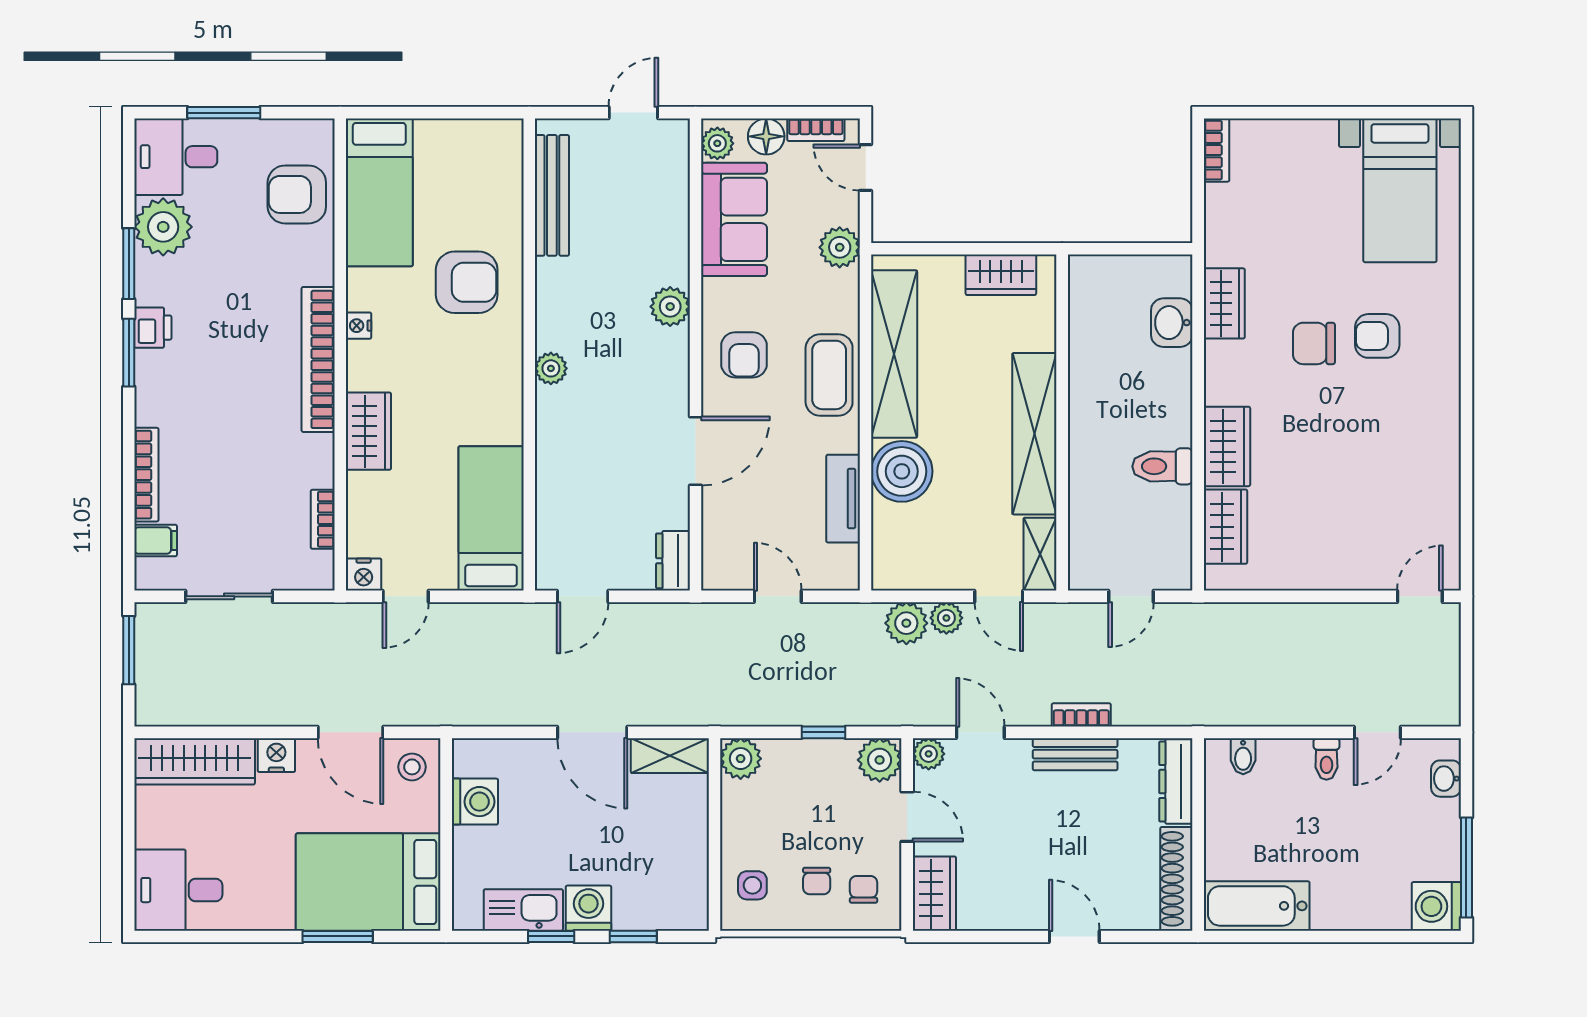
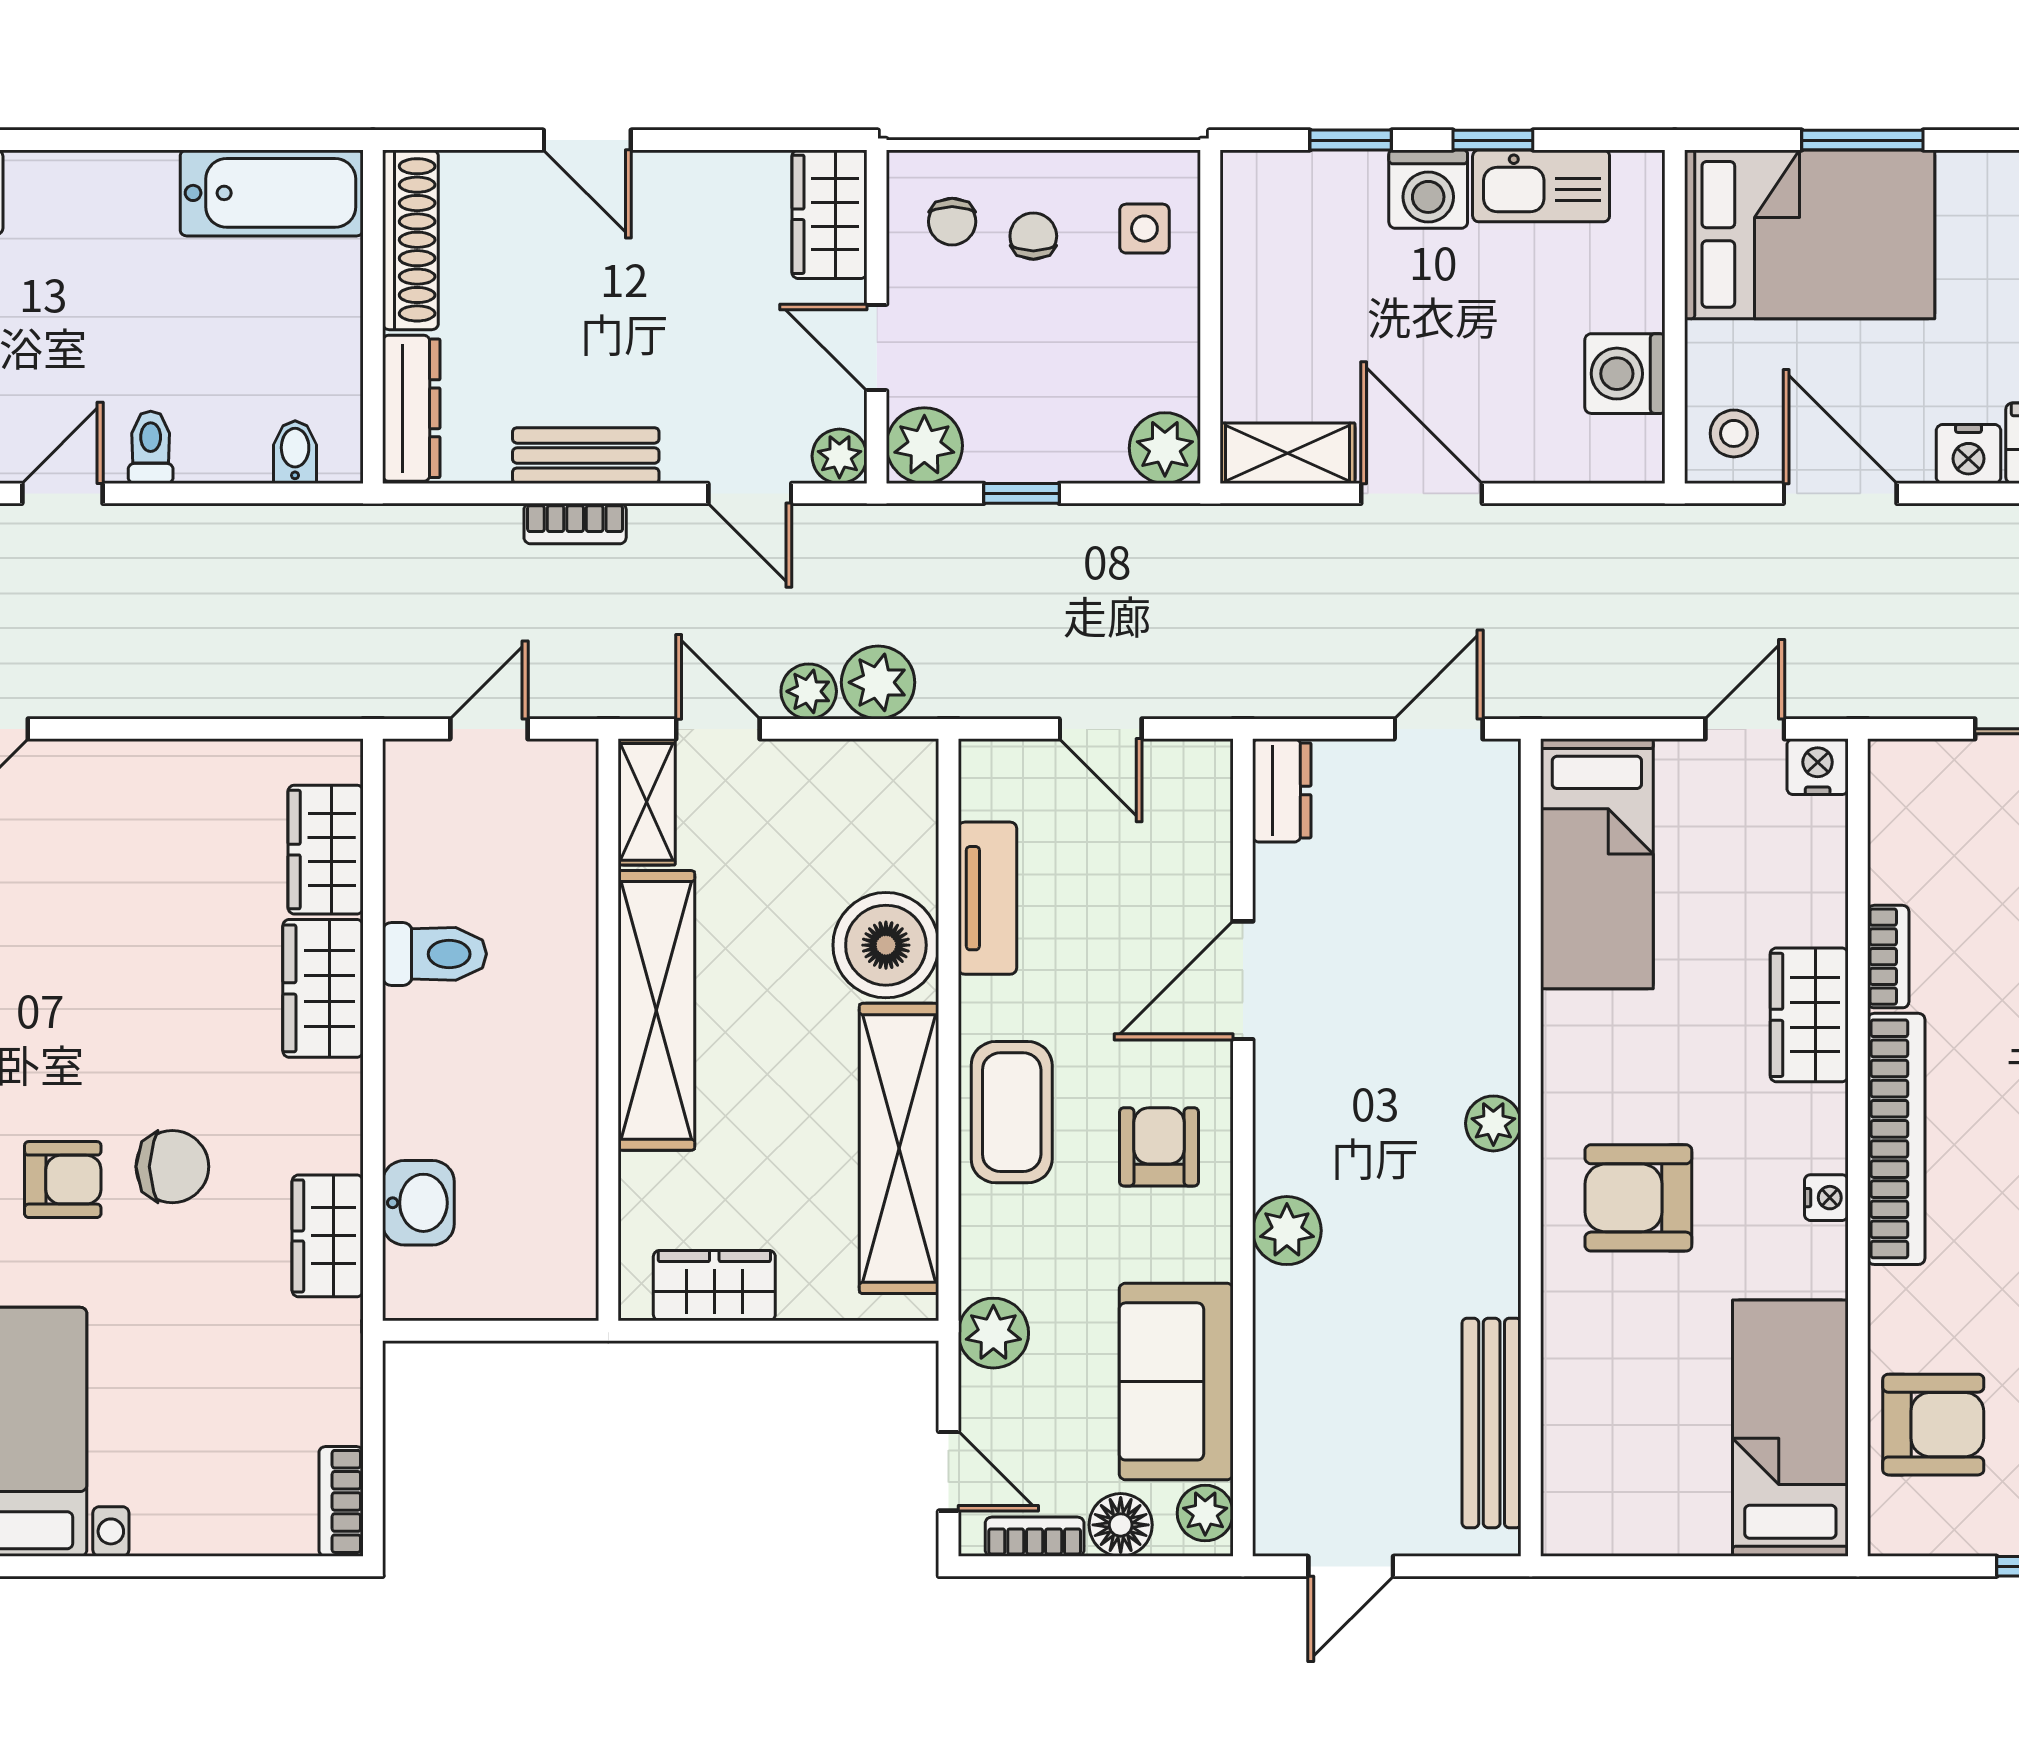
armchair: (467, 282) -> (1638, 1198), moved
bookcase: (323, 519) -> (1888, 957), moved

